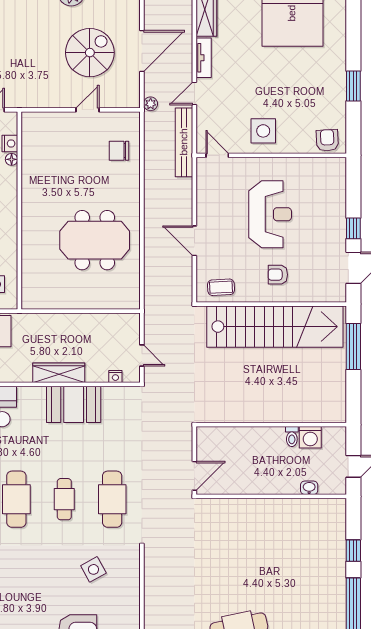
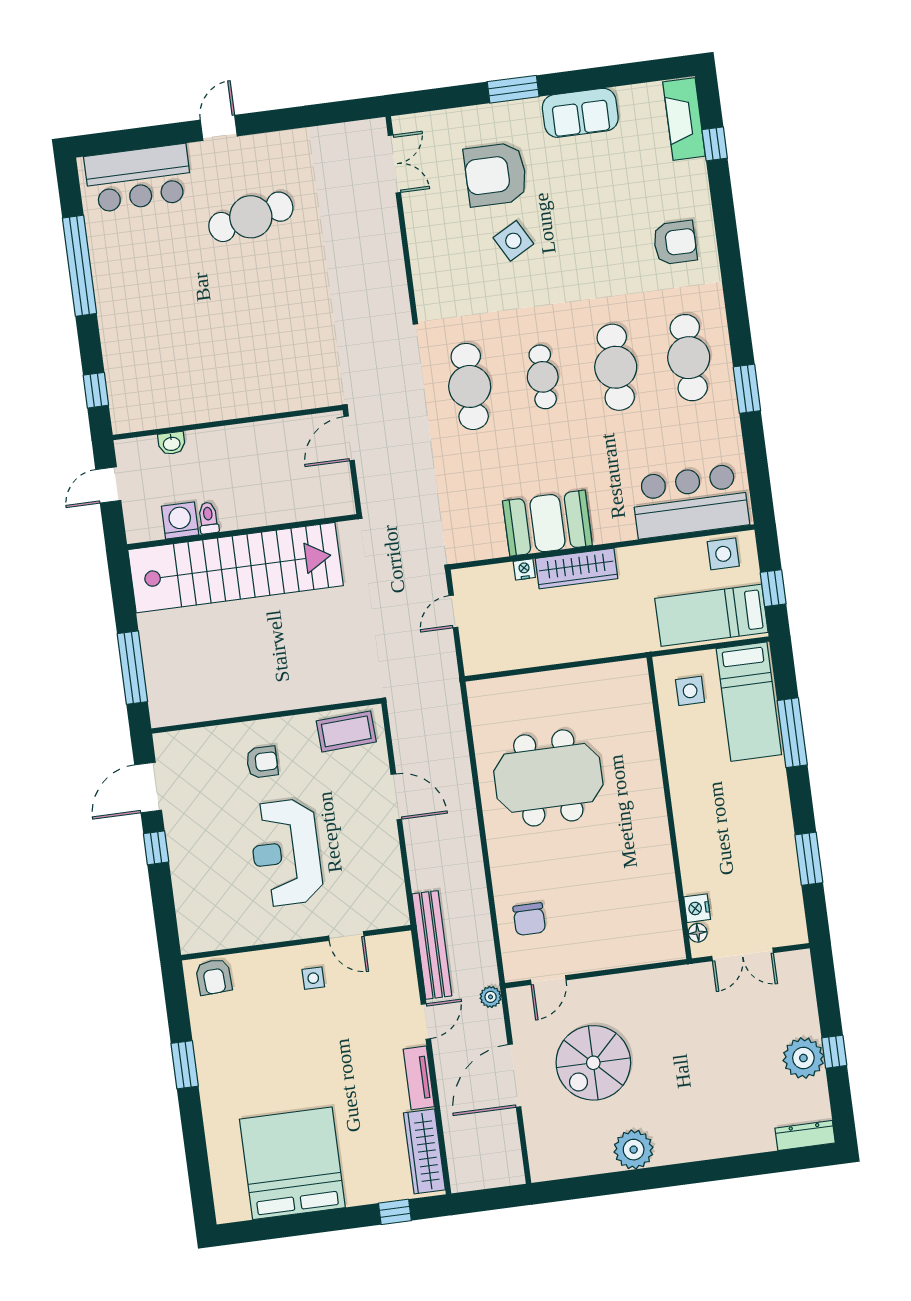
door: (88, 110) -> (548, 980), moved
side table: (263, 131) -> (313, 978), width x0.54, depth x0.54
chair: (119, 151) -> (529, 919), turned 90
door: (217, 155) -> (346, 936), moved
floor lamp: (12, 159) -> (698, 933), moved
coffee table: (221, 287) -> (346, 731), width x1.36, depth x1.30
stairs: (275, 327) -> (235, 568), moved, turned 180
door: (142, 355) -> (453, 611), hinge flipped
nightstand: (115, 377) -> (524, 569), moved
window: (353, 551) -> (96, 390), moved
side table: (93, 569) -> (513, 241), moved

